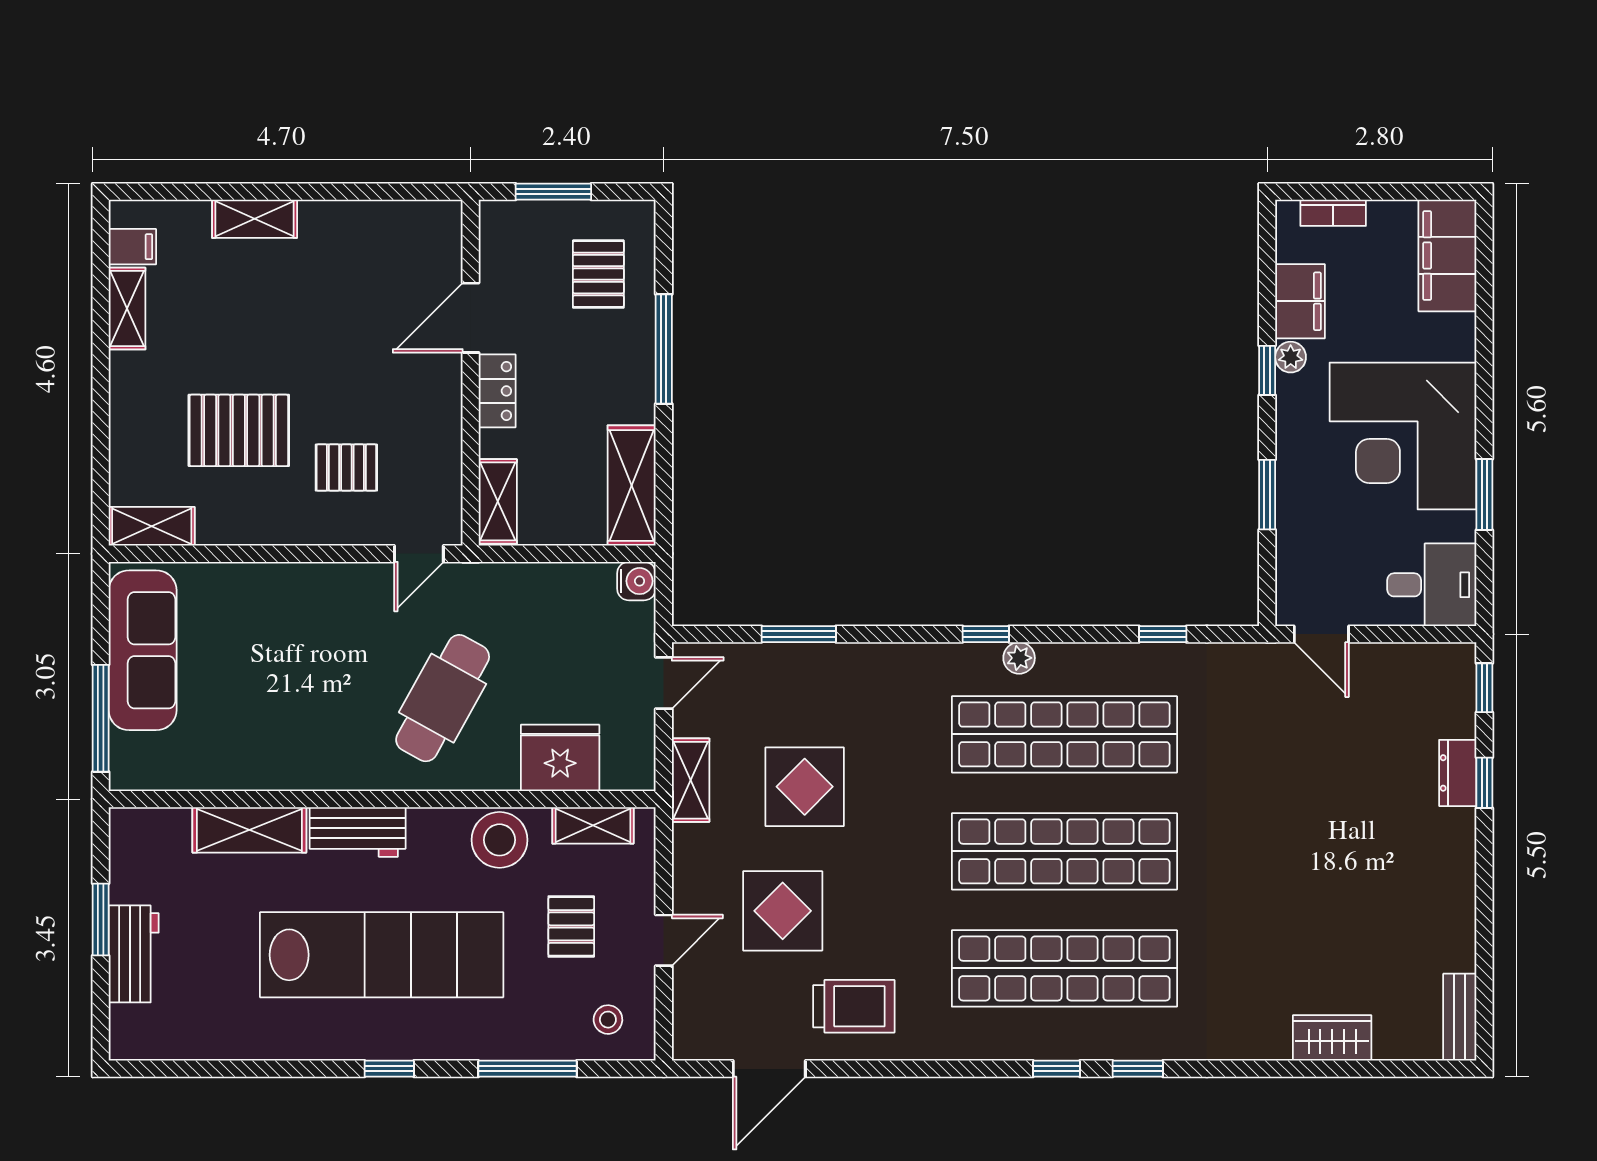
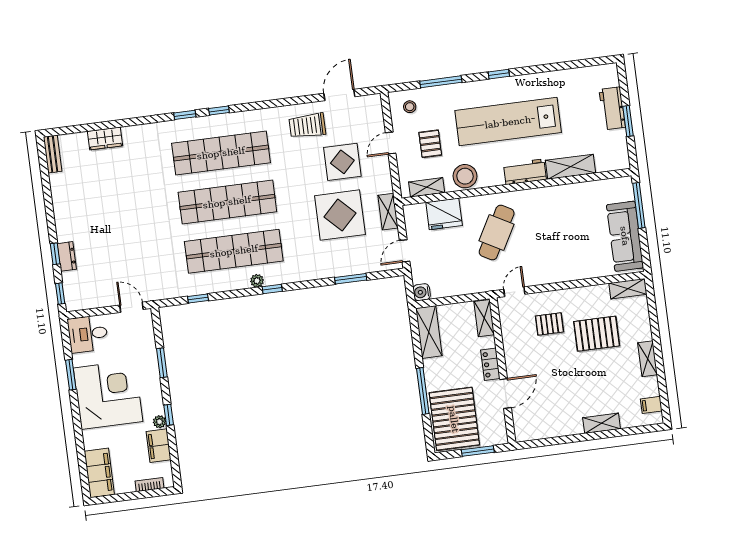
pallet: (598, 274) -> (454, 419), width x2.05, depth x2.00
shelving: (127, 309) -> (648, 359), moved
display table: (805, 787) -> (340, 215), width x1.36, depth x1.36

